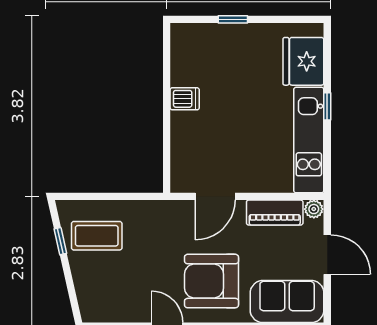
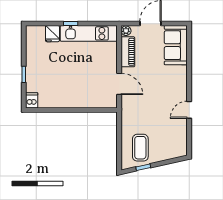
fridge: (303, 61) -> (52, 34), width x0.53, depth x0.75
dishwasher: (185, 99) -> (32, 100), moved
armchair: (212, 281) -> (165, 86), removed

